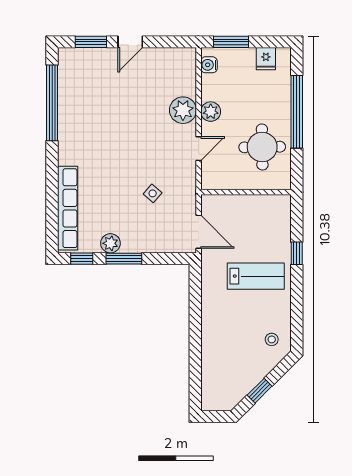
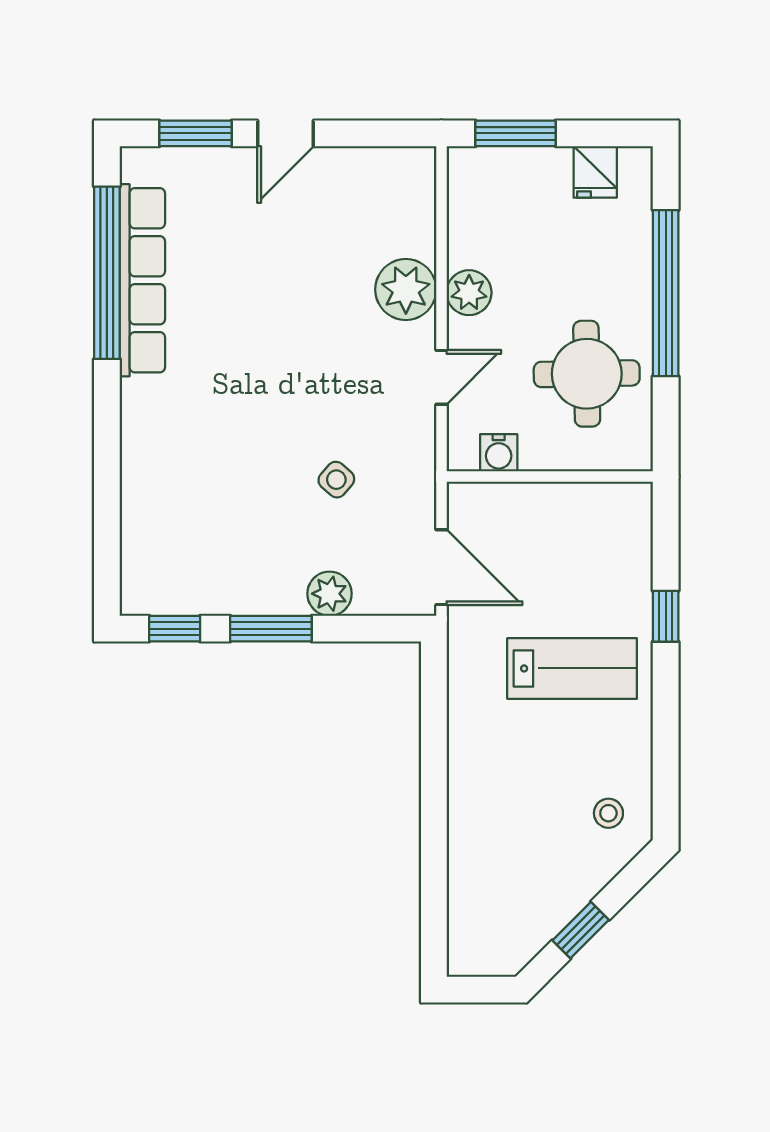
water cooler: (209, 65) -> (499, 453), moved, turned -90
row of seats: (68, 208) -> (142, 280), moved
plant: (110, 243) -> (330, 594), moved

